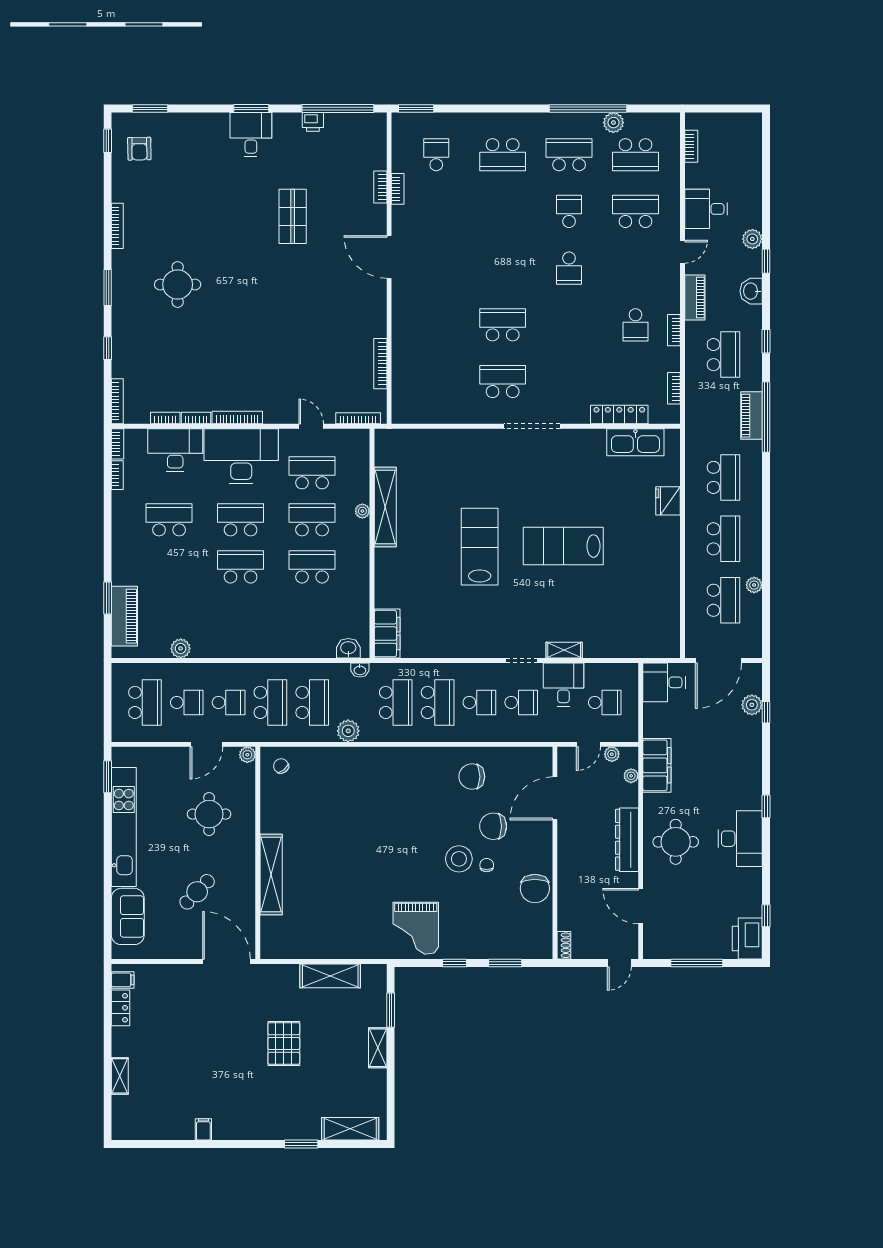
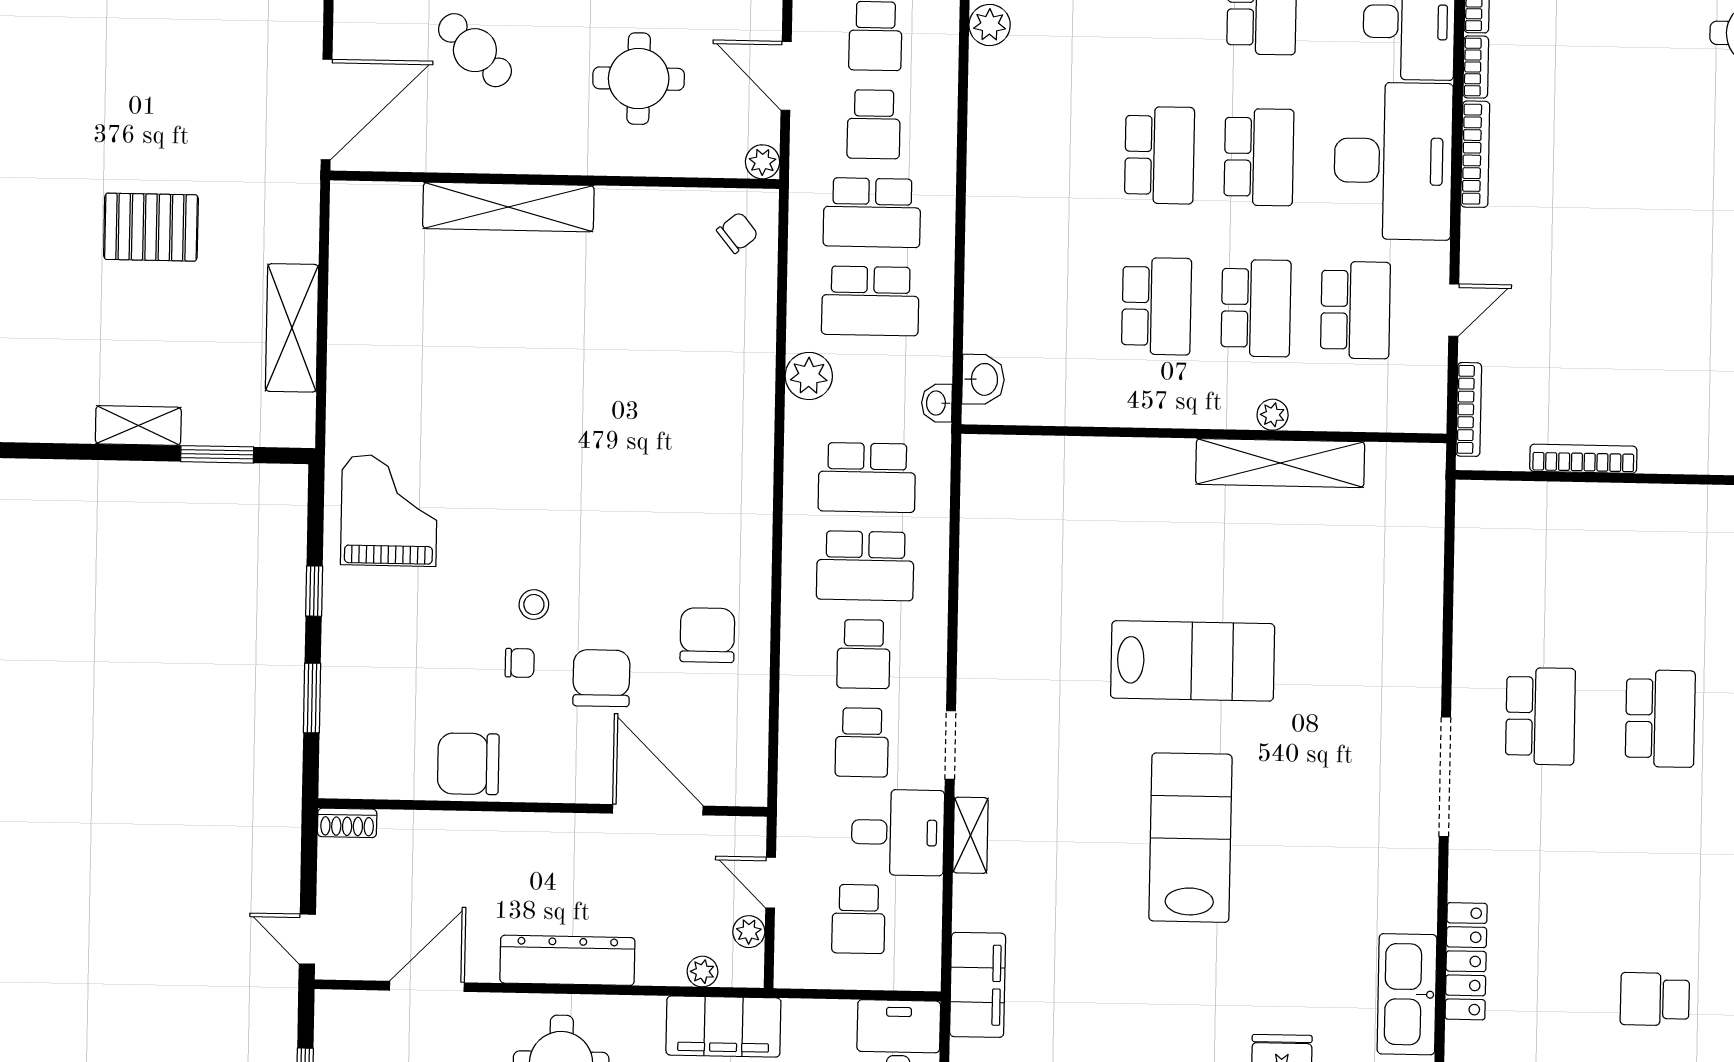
filing cabinet: (387, 634) -> (978, 985), moved, turned -90
stool: (459, 859) -> (534, 605), width x0.53, depth x0.53
grand piano: (416, 928) -> (389, 511), turned 90

